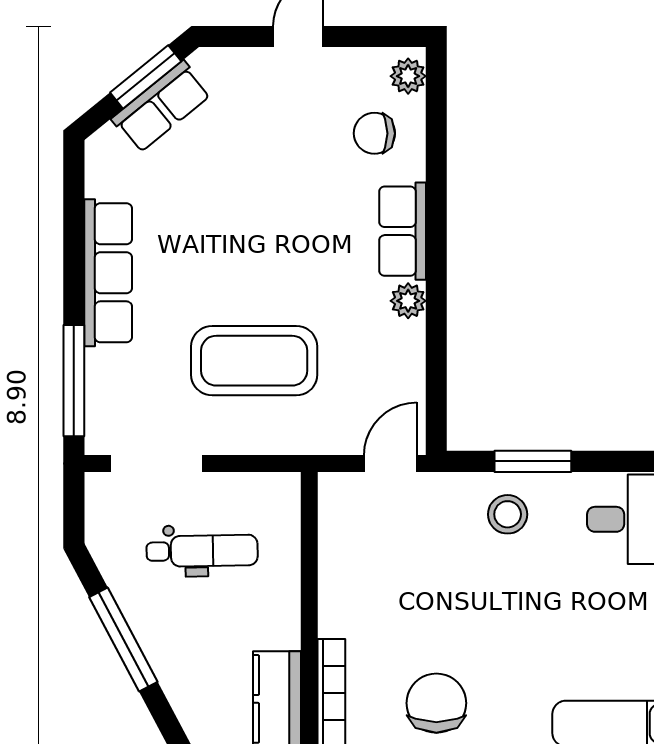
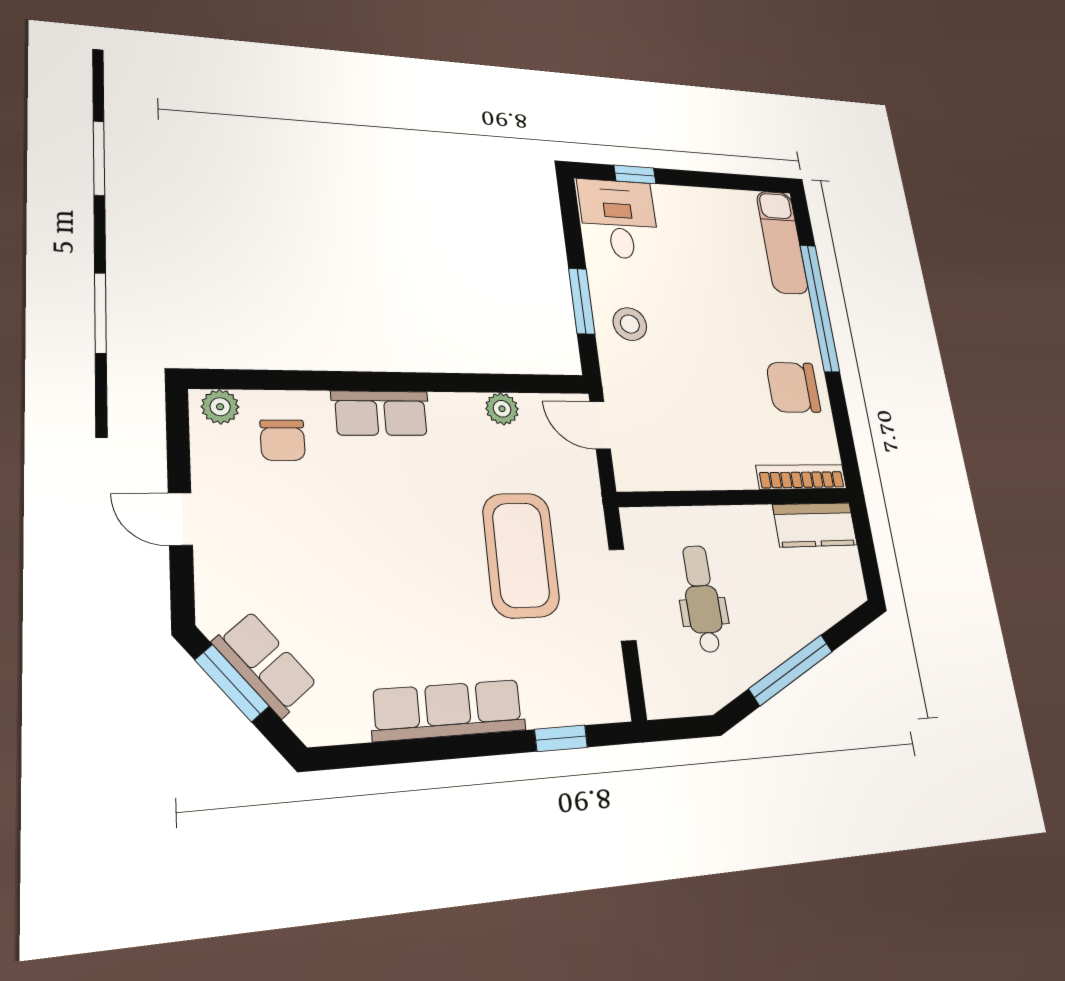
plant: (408, 301) -> (502, 409), moved
window: (74, 381) -> (561, 738), width x0.46
doorway: (157, 463) -> (623, 595), moved

